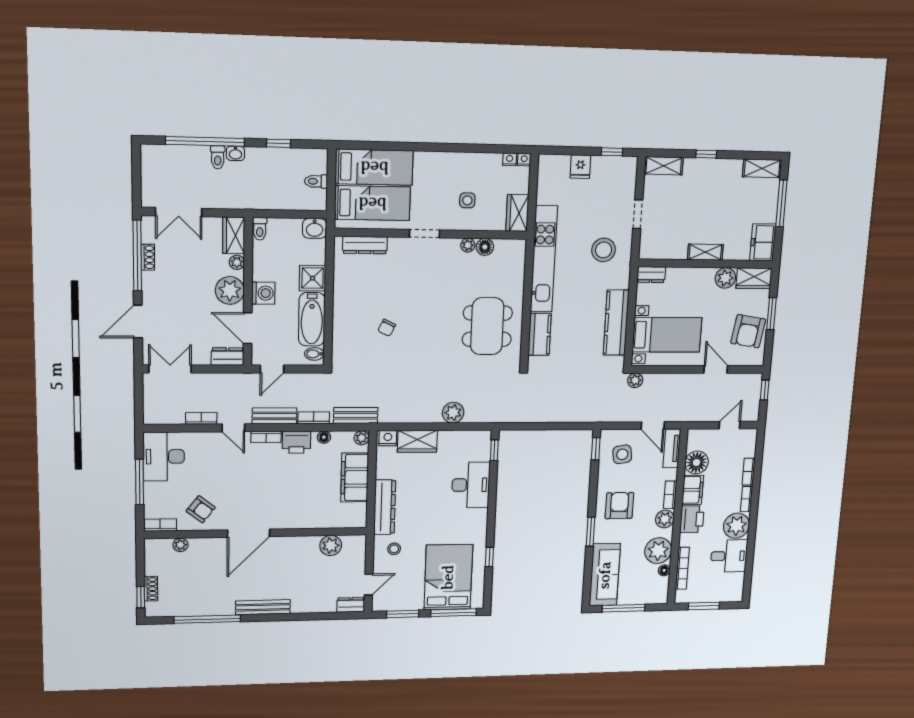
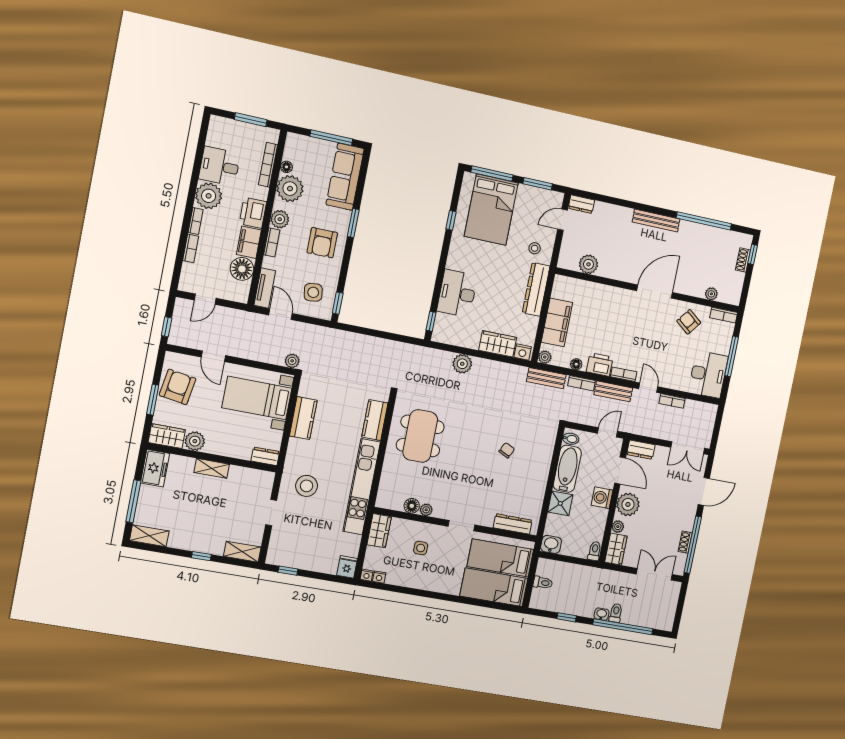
fridge: (580, 167) -> (347, 567), moved
kitchen counter: (616, 323) -> (303, 418), width x0.67

